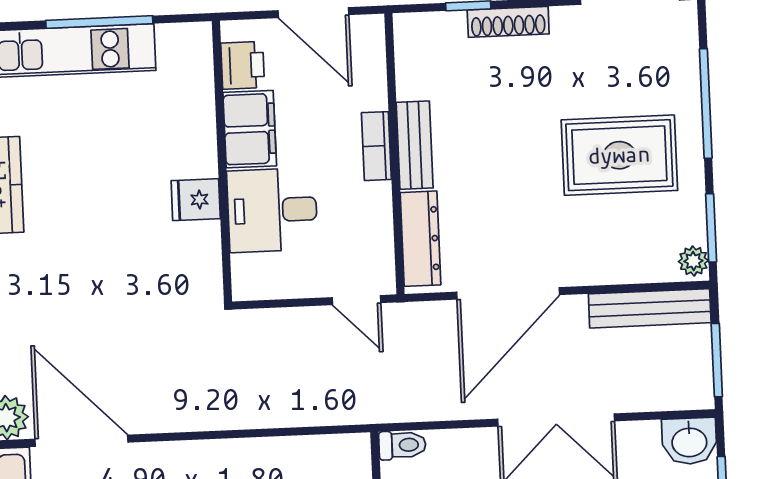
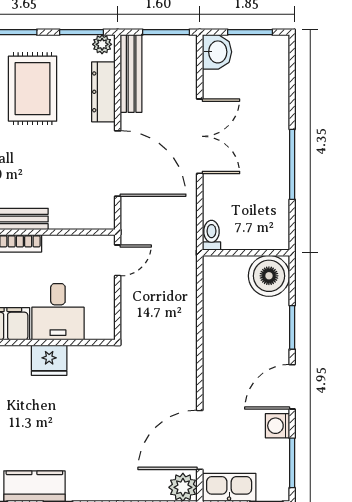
fridge: (196, 200) -> (49, 360), width x1.38
dresser: (420, 239) -> (103, 92), moved, turned -90

